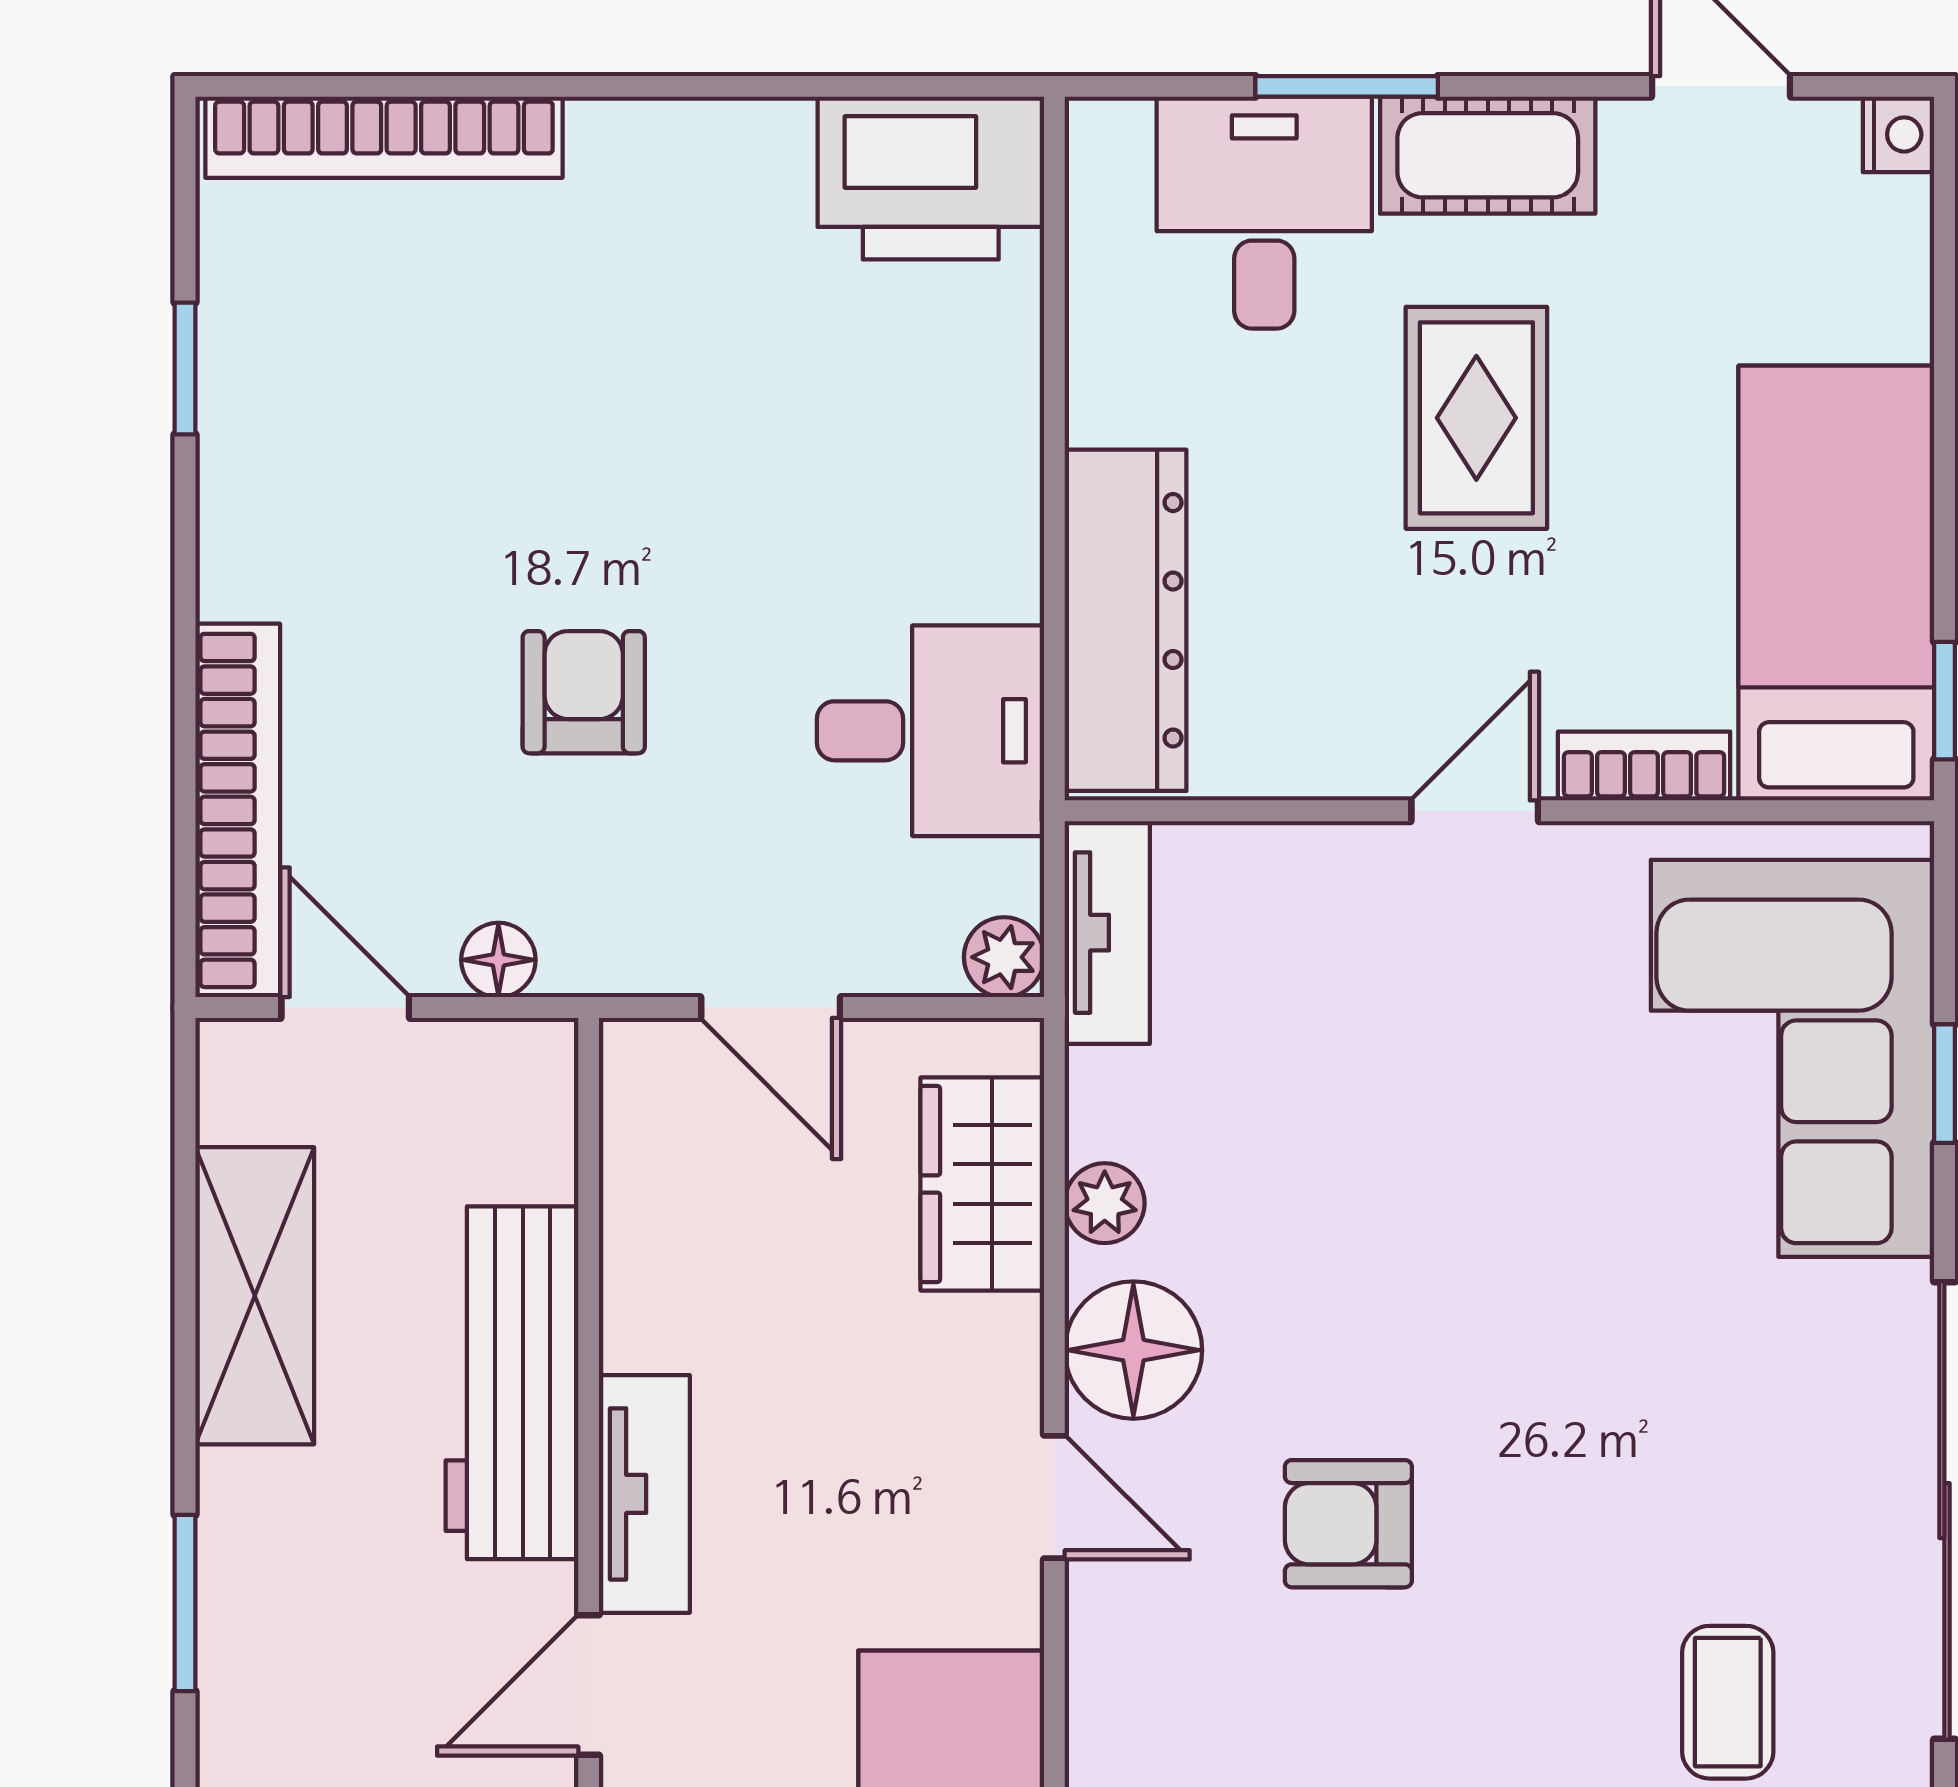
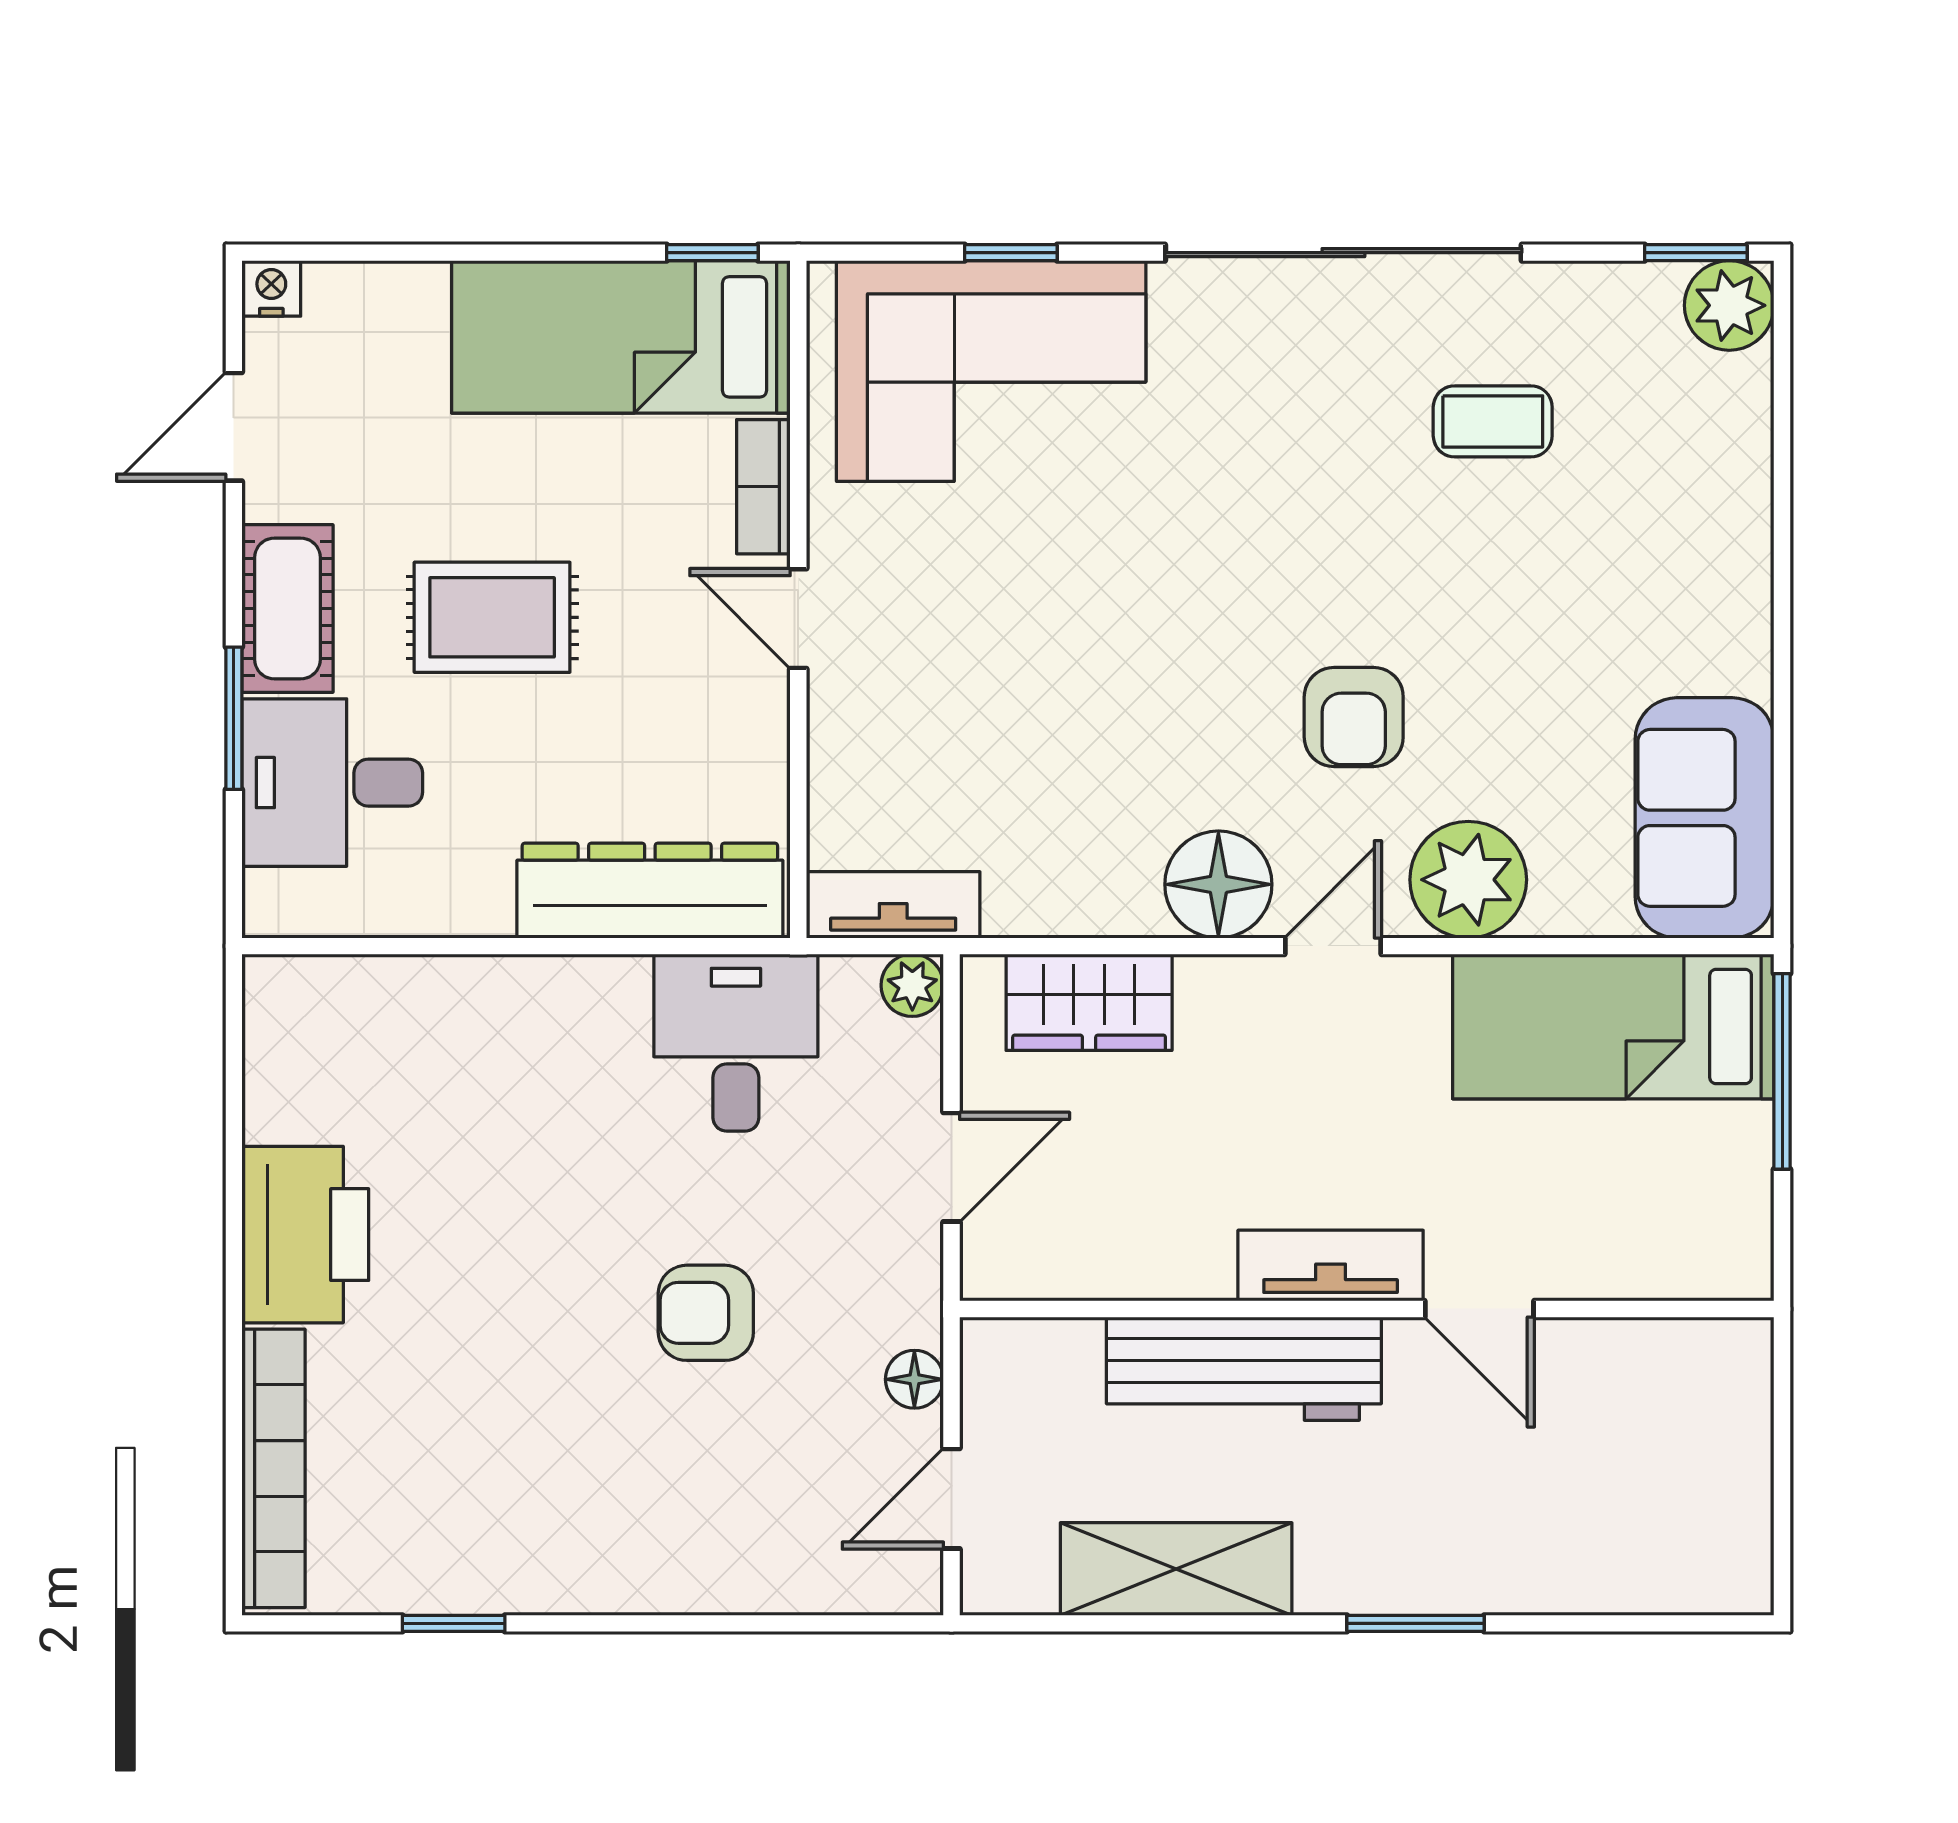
printer: (931, 178) -> (305, 1235), moved
bookcase: (238, 810) -> (798, 1582), removed
plant: (1105, 1203) -> (1468, 880), moved, width x1.88, depth x1.88

